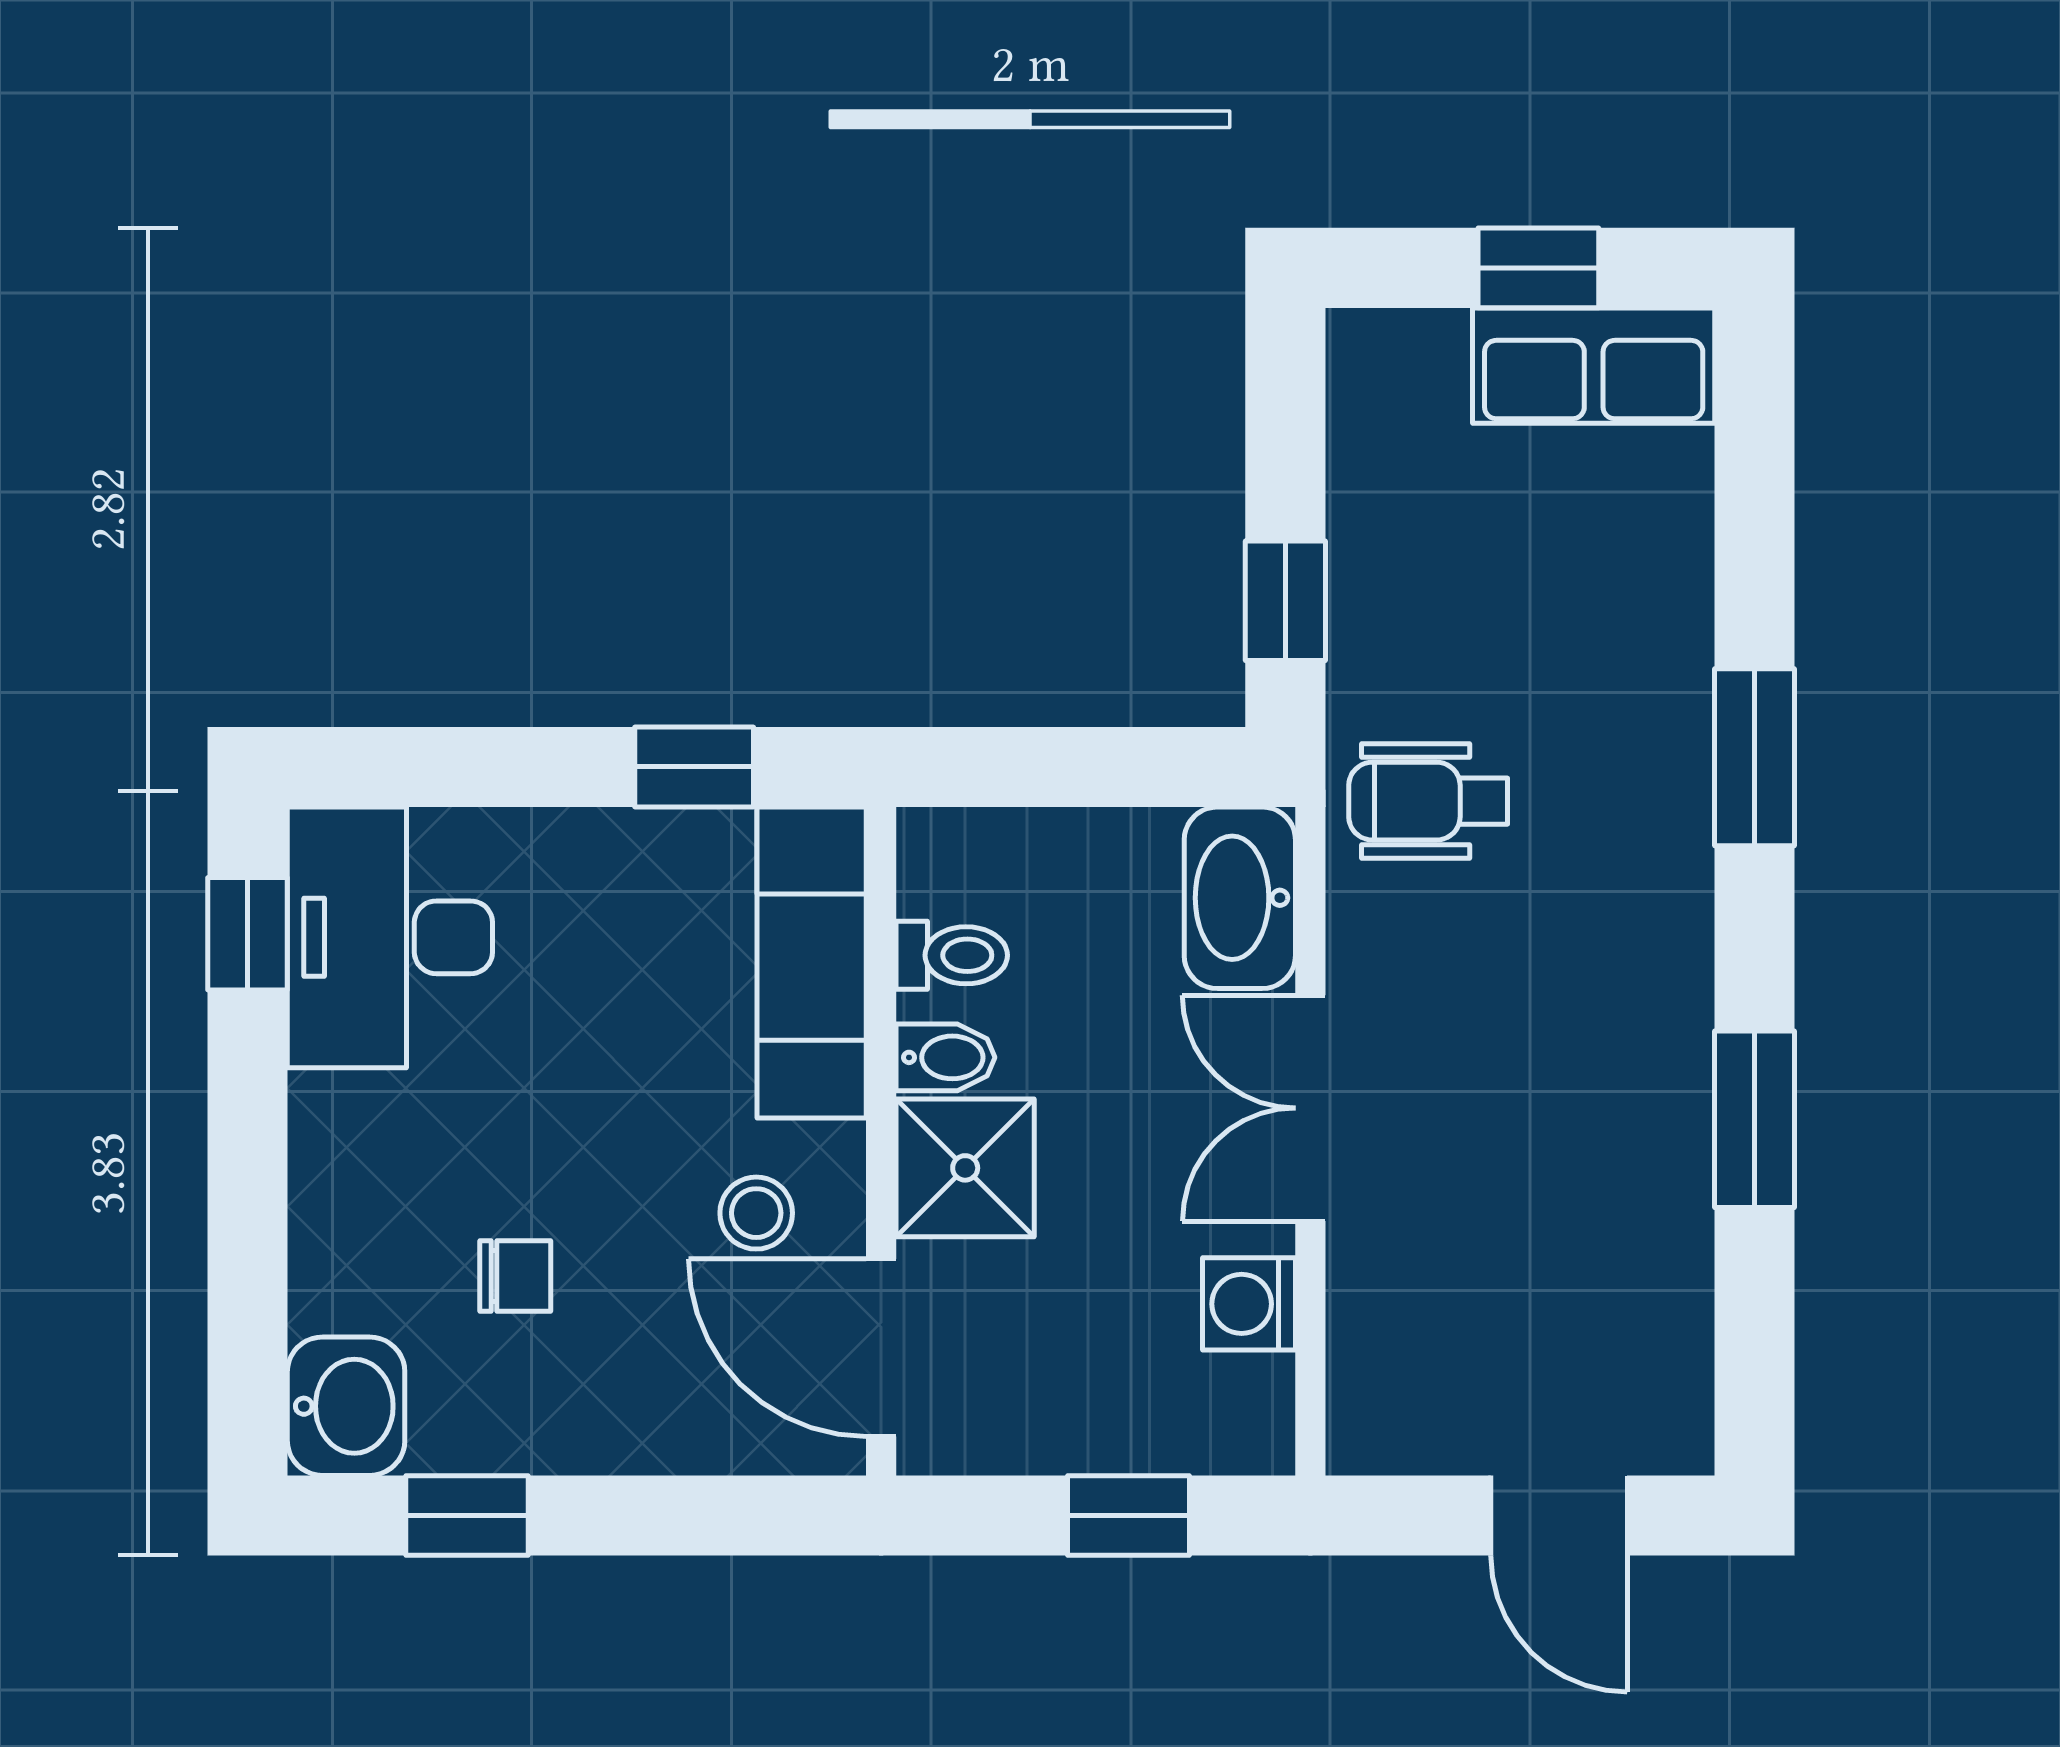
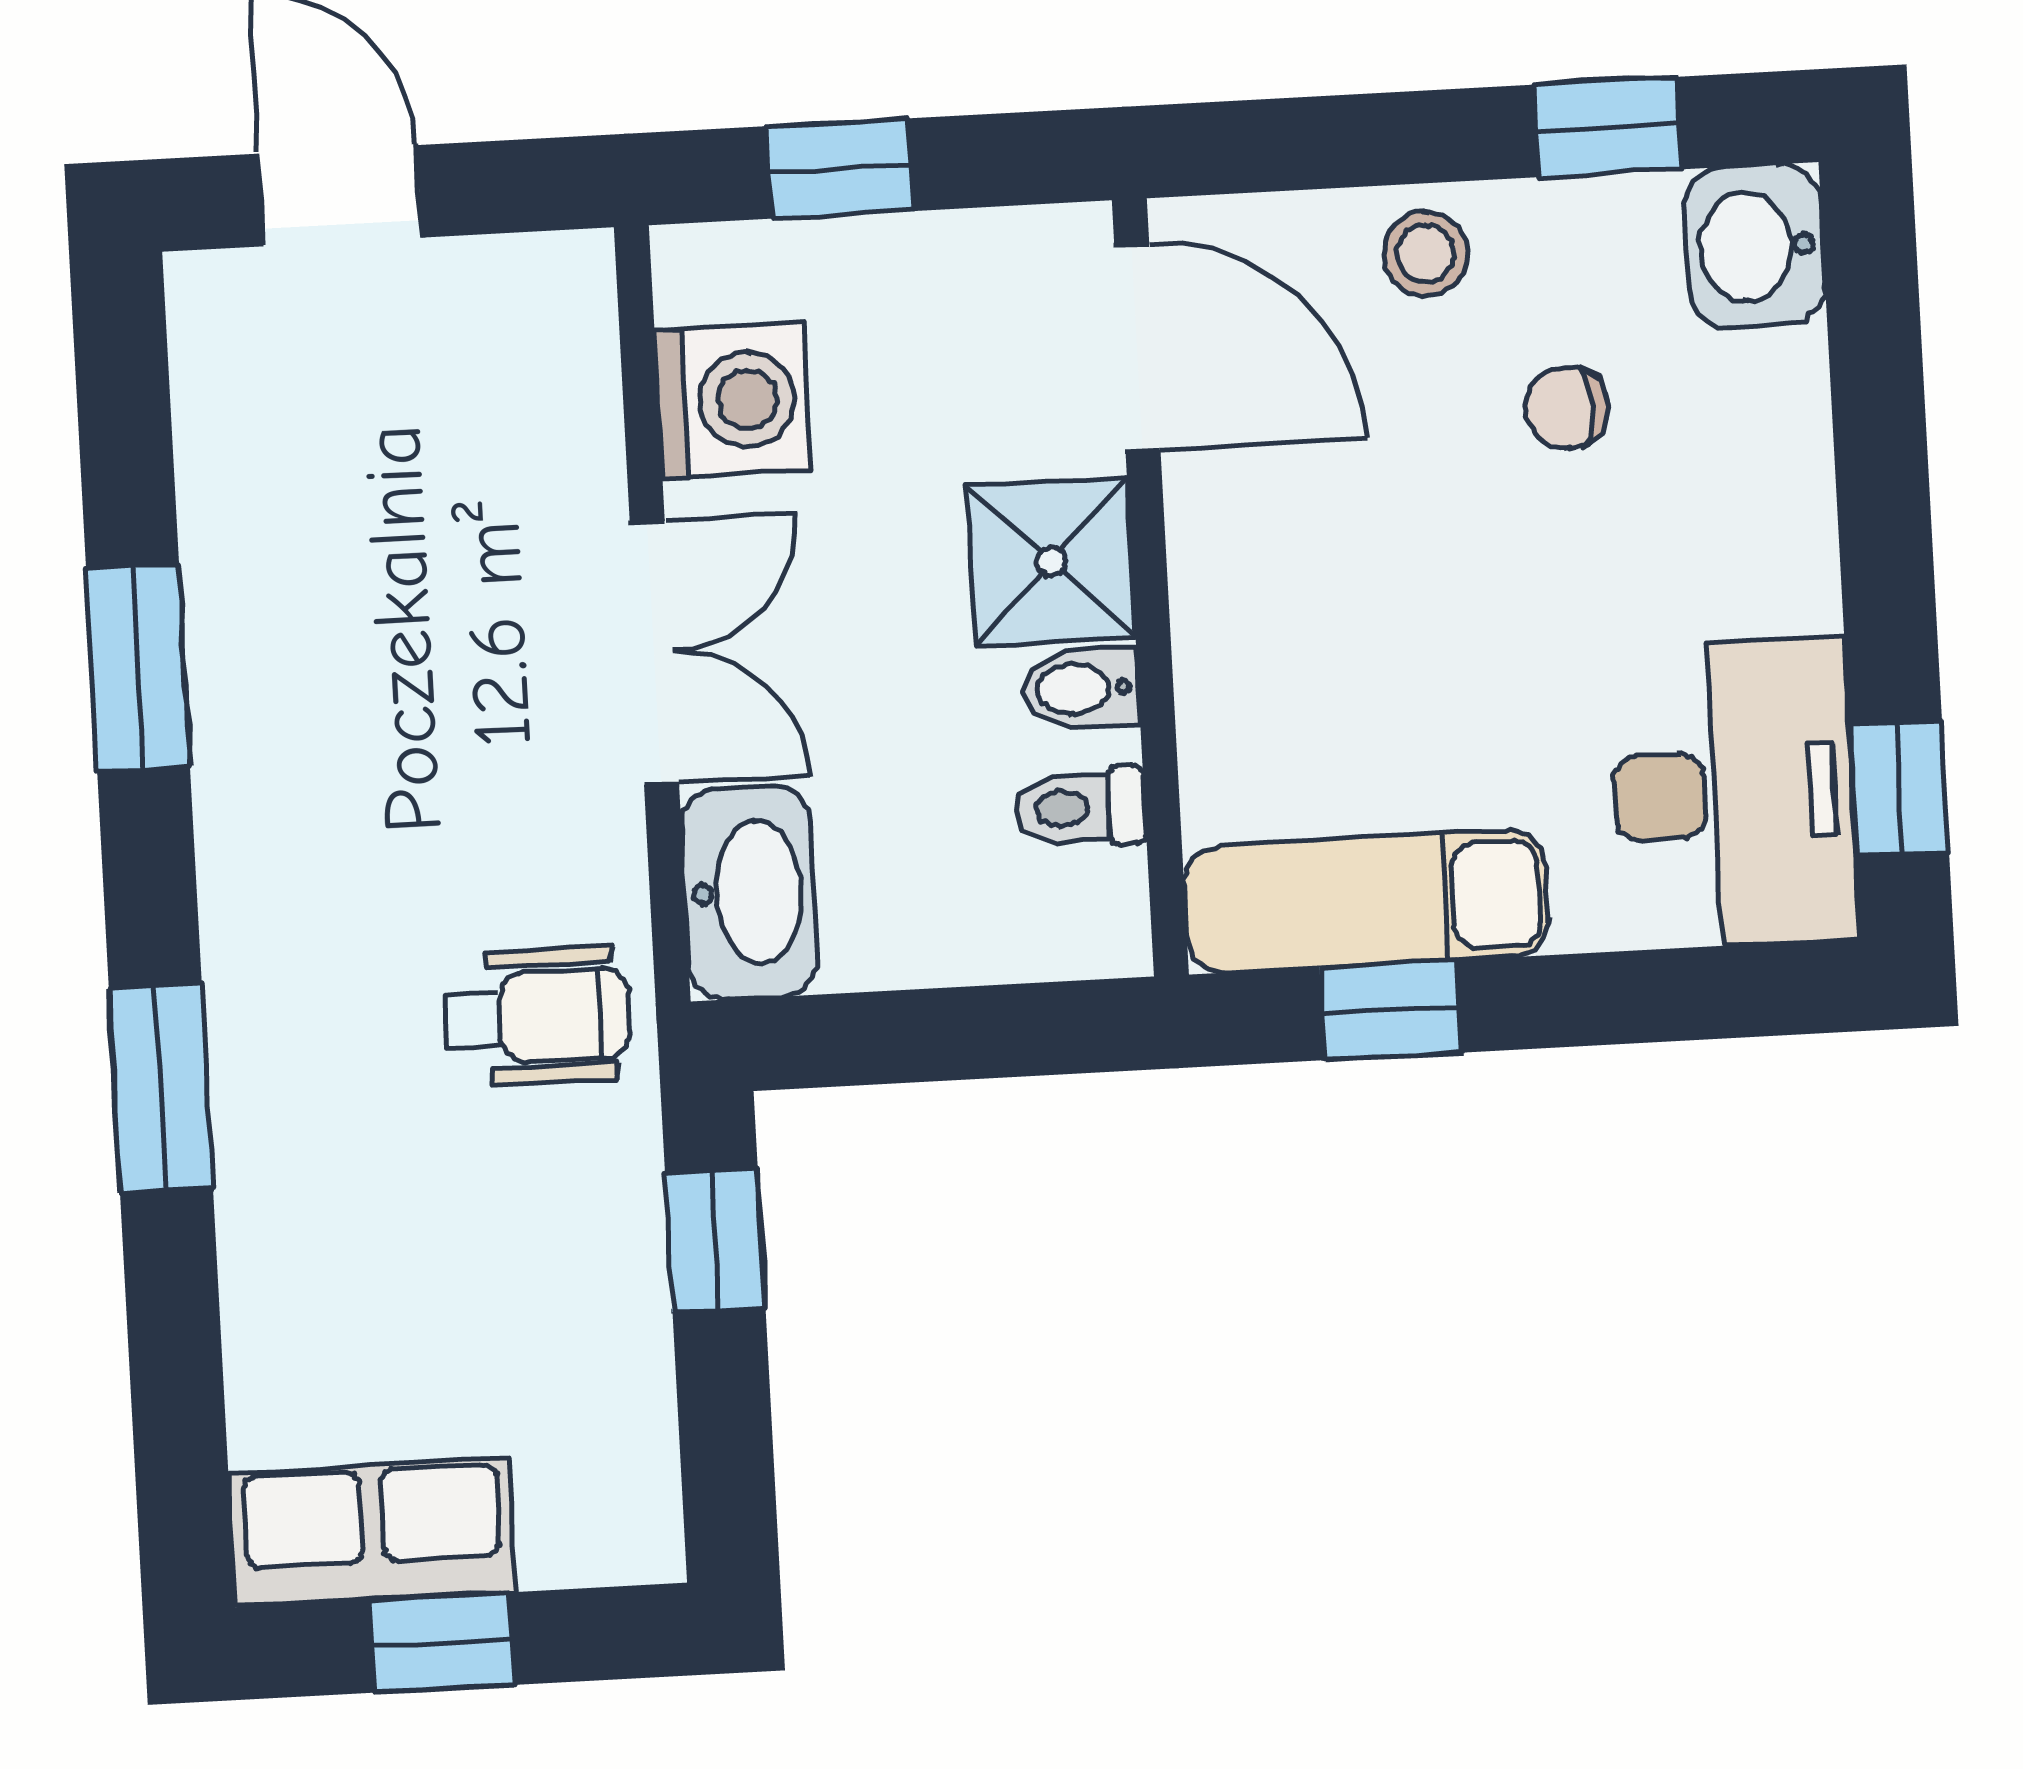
exam couch: (812, 962) -> (1366, 902), moved, turned -90
stool: (756, 1213) -> (1426, 254), moved
washing machine: (1249, 1304) -> (732, 400), width x1.38, depth x1.38

